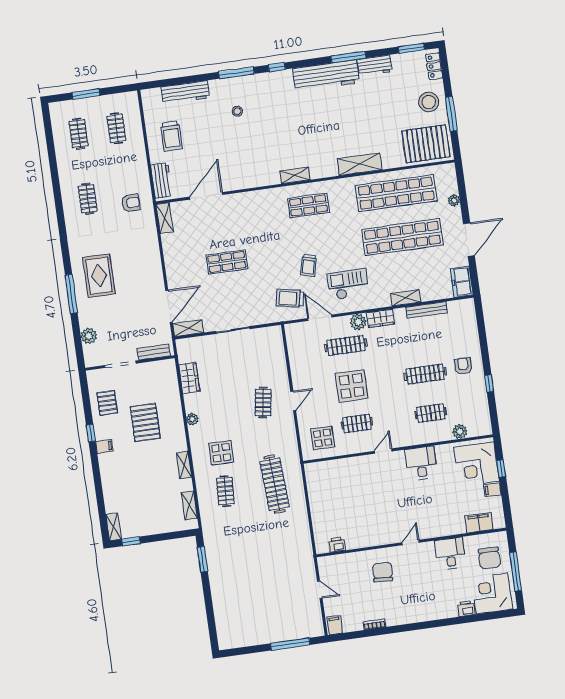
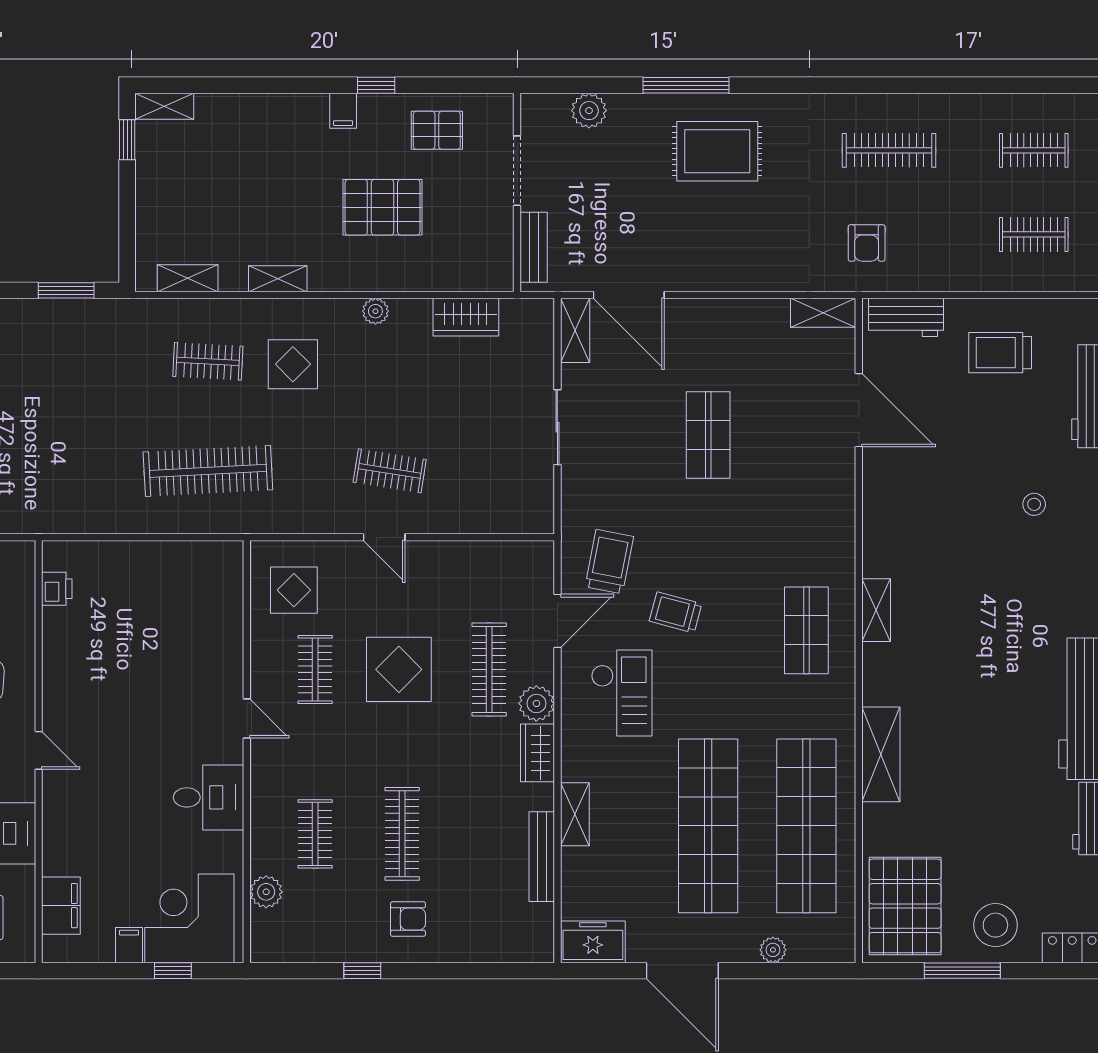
clothes rail: (88, 199) -> (889, 150), width x1.36

